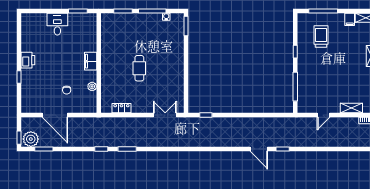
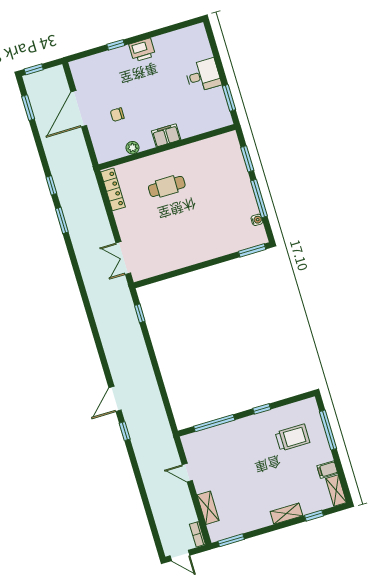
cafe table: (139, 68) -> (167, 186), moved
locker: (121, 108) -> (113, 189), width x1.53
double door: (165, 115) -> (123, 258), swing flipped
plant: (31, 139) -> (36, 86), removed

